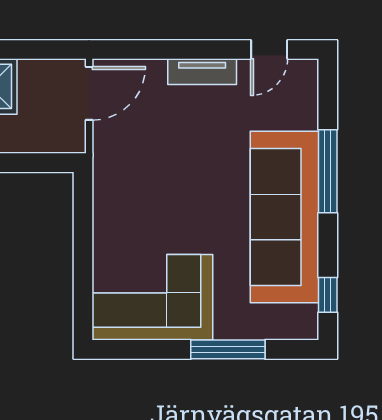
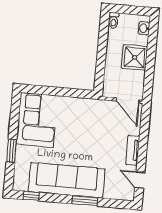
window: (328, 171) -> (85, 201), width x0.69
window: (228, 349) -> (12, 151), width x0.69

